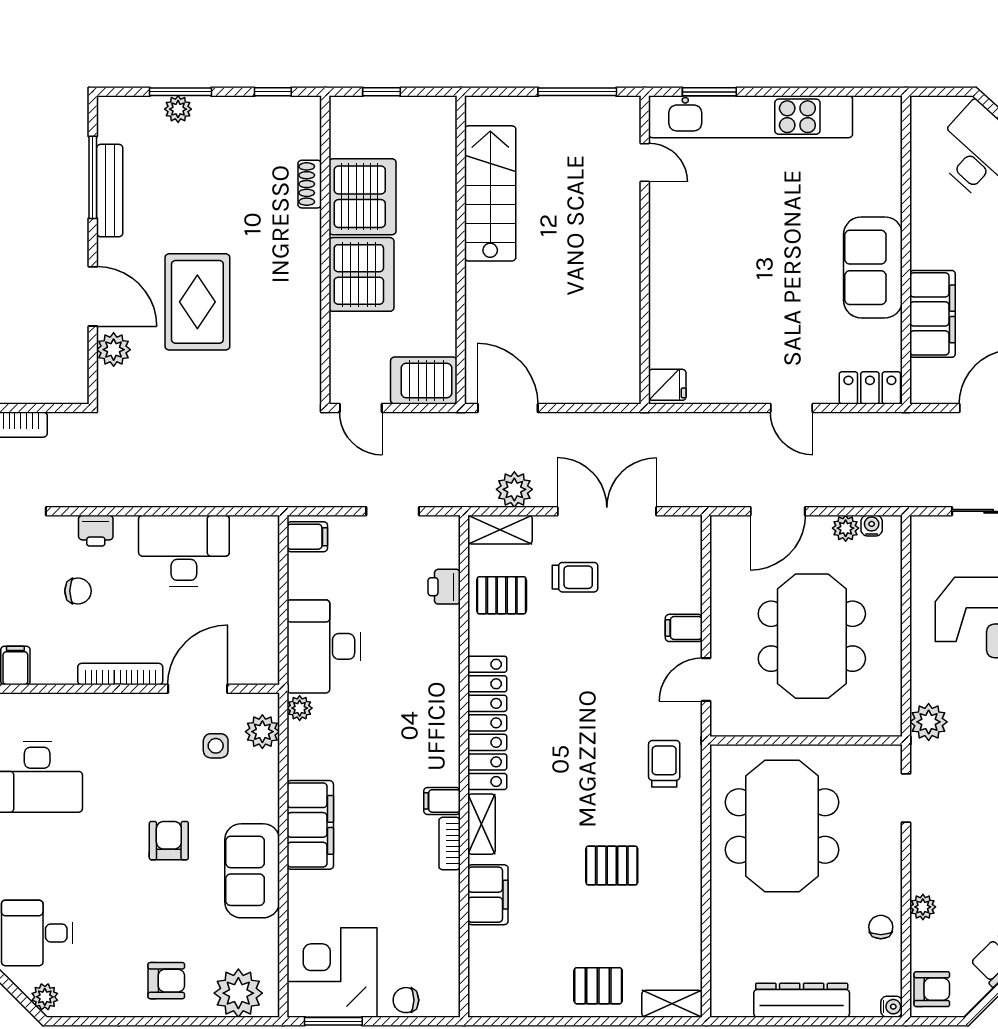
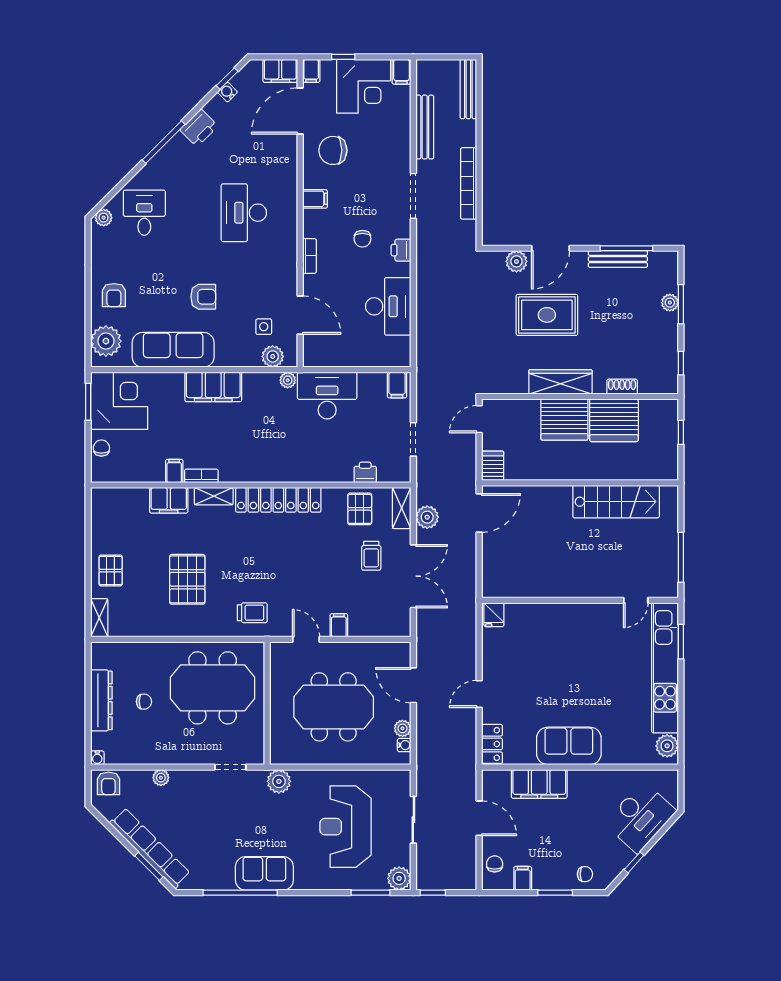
plant: (873, 113) -> (667, 746), added
wardrobe: (302, 281) -> (560, 382), added
server rack: (424, 381) -> (493, 466), width x0.73, depth x0.70
bookcase: (120, 674) -> (309, 256), width x0.64
filing cabinet: (442, 801) -> (174, 471), moved
pallet: (612, 866) -> (187, 579), width x1.50, depth x1.42
sofa: (252, 871) -> (173, 350), width x1.36
chair: (881, 927) -> (144, 702), moved

